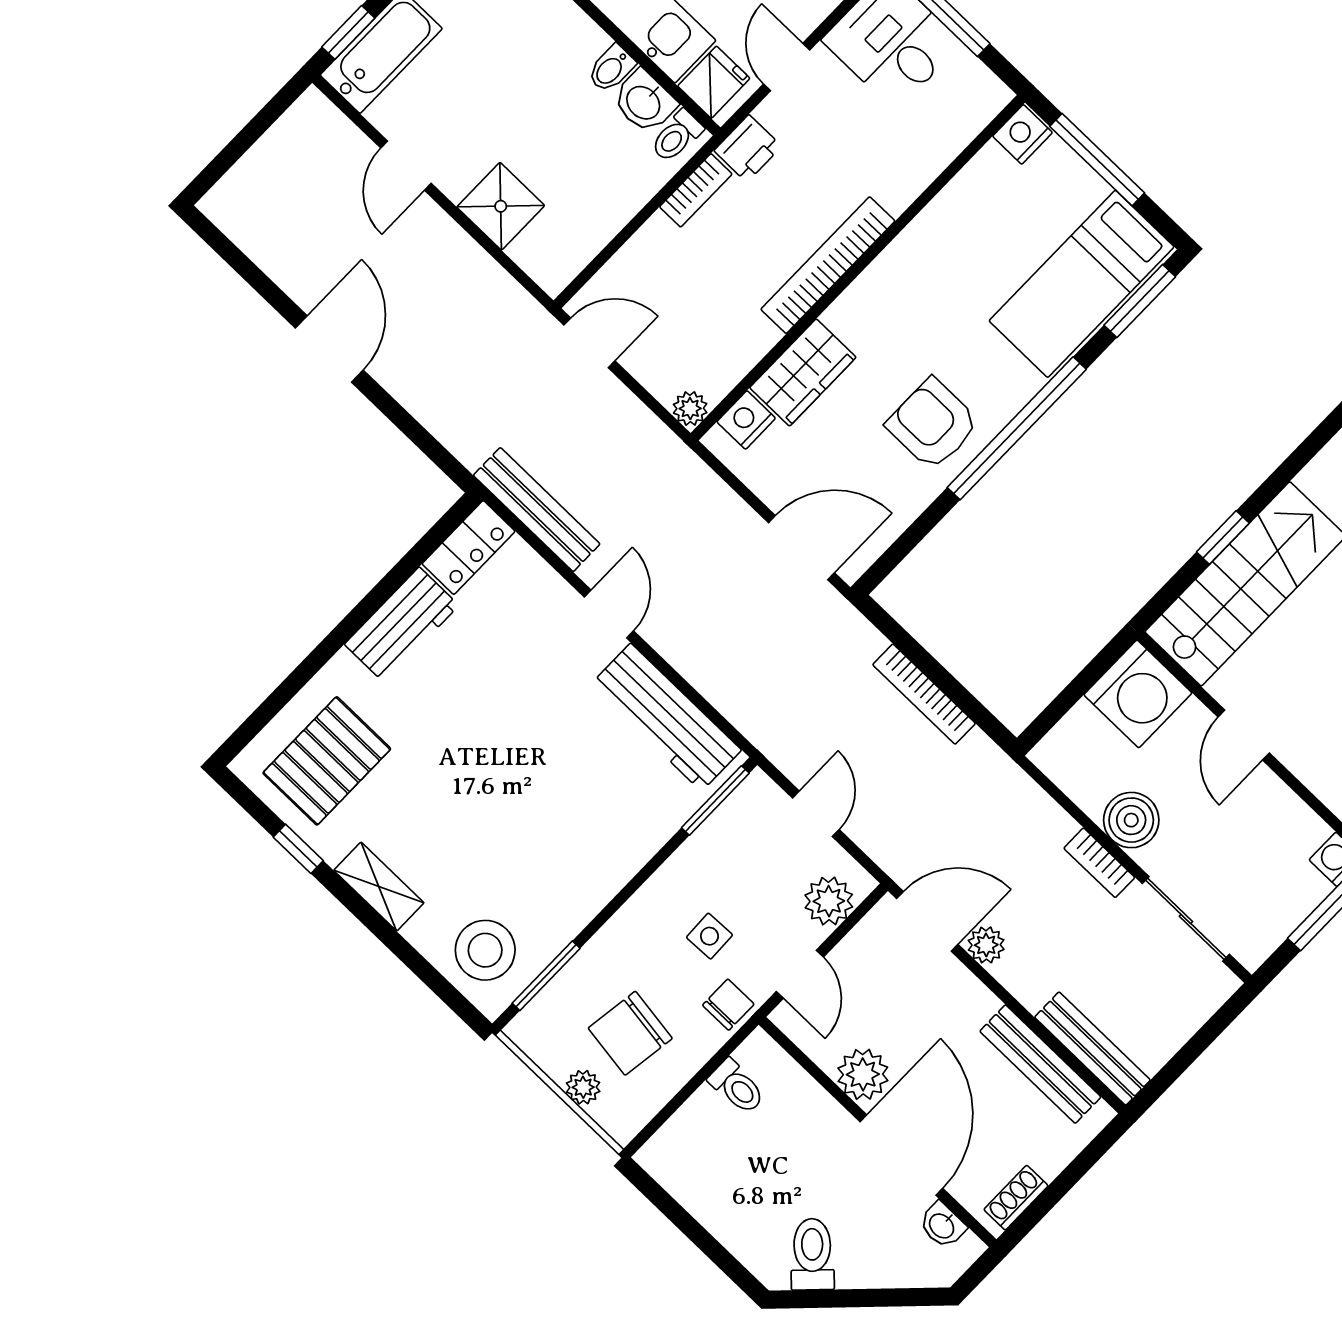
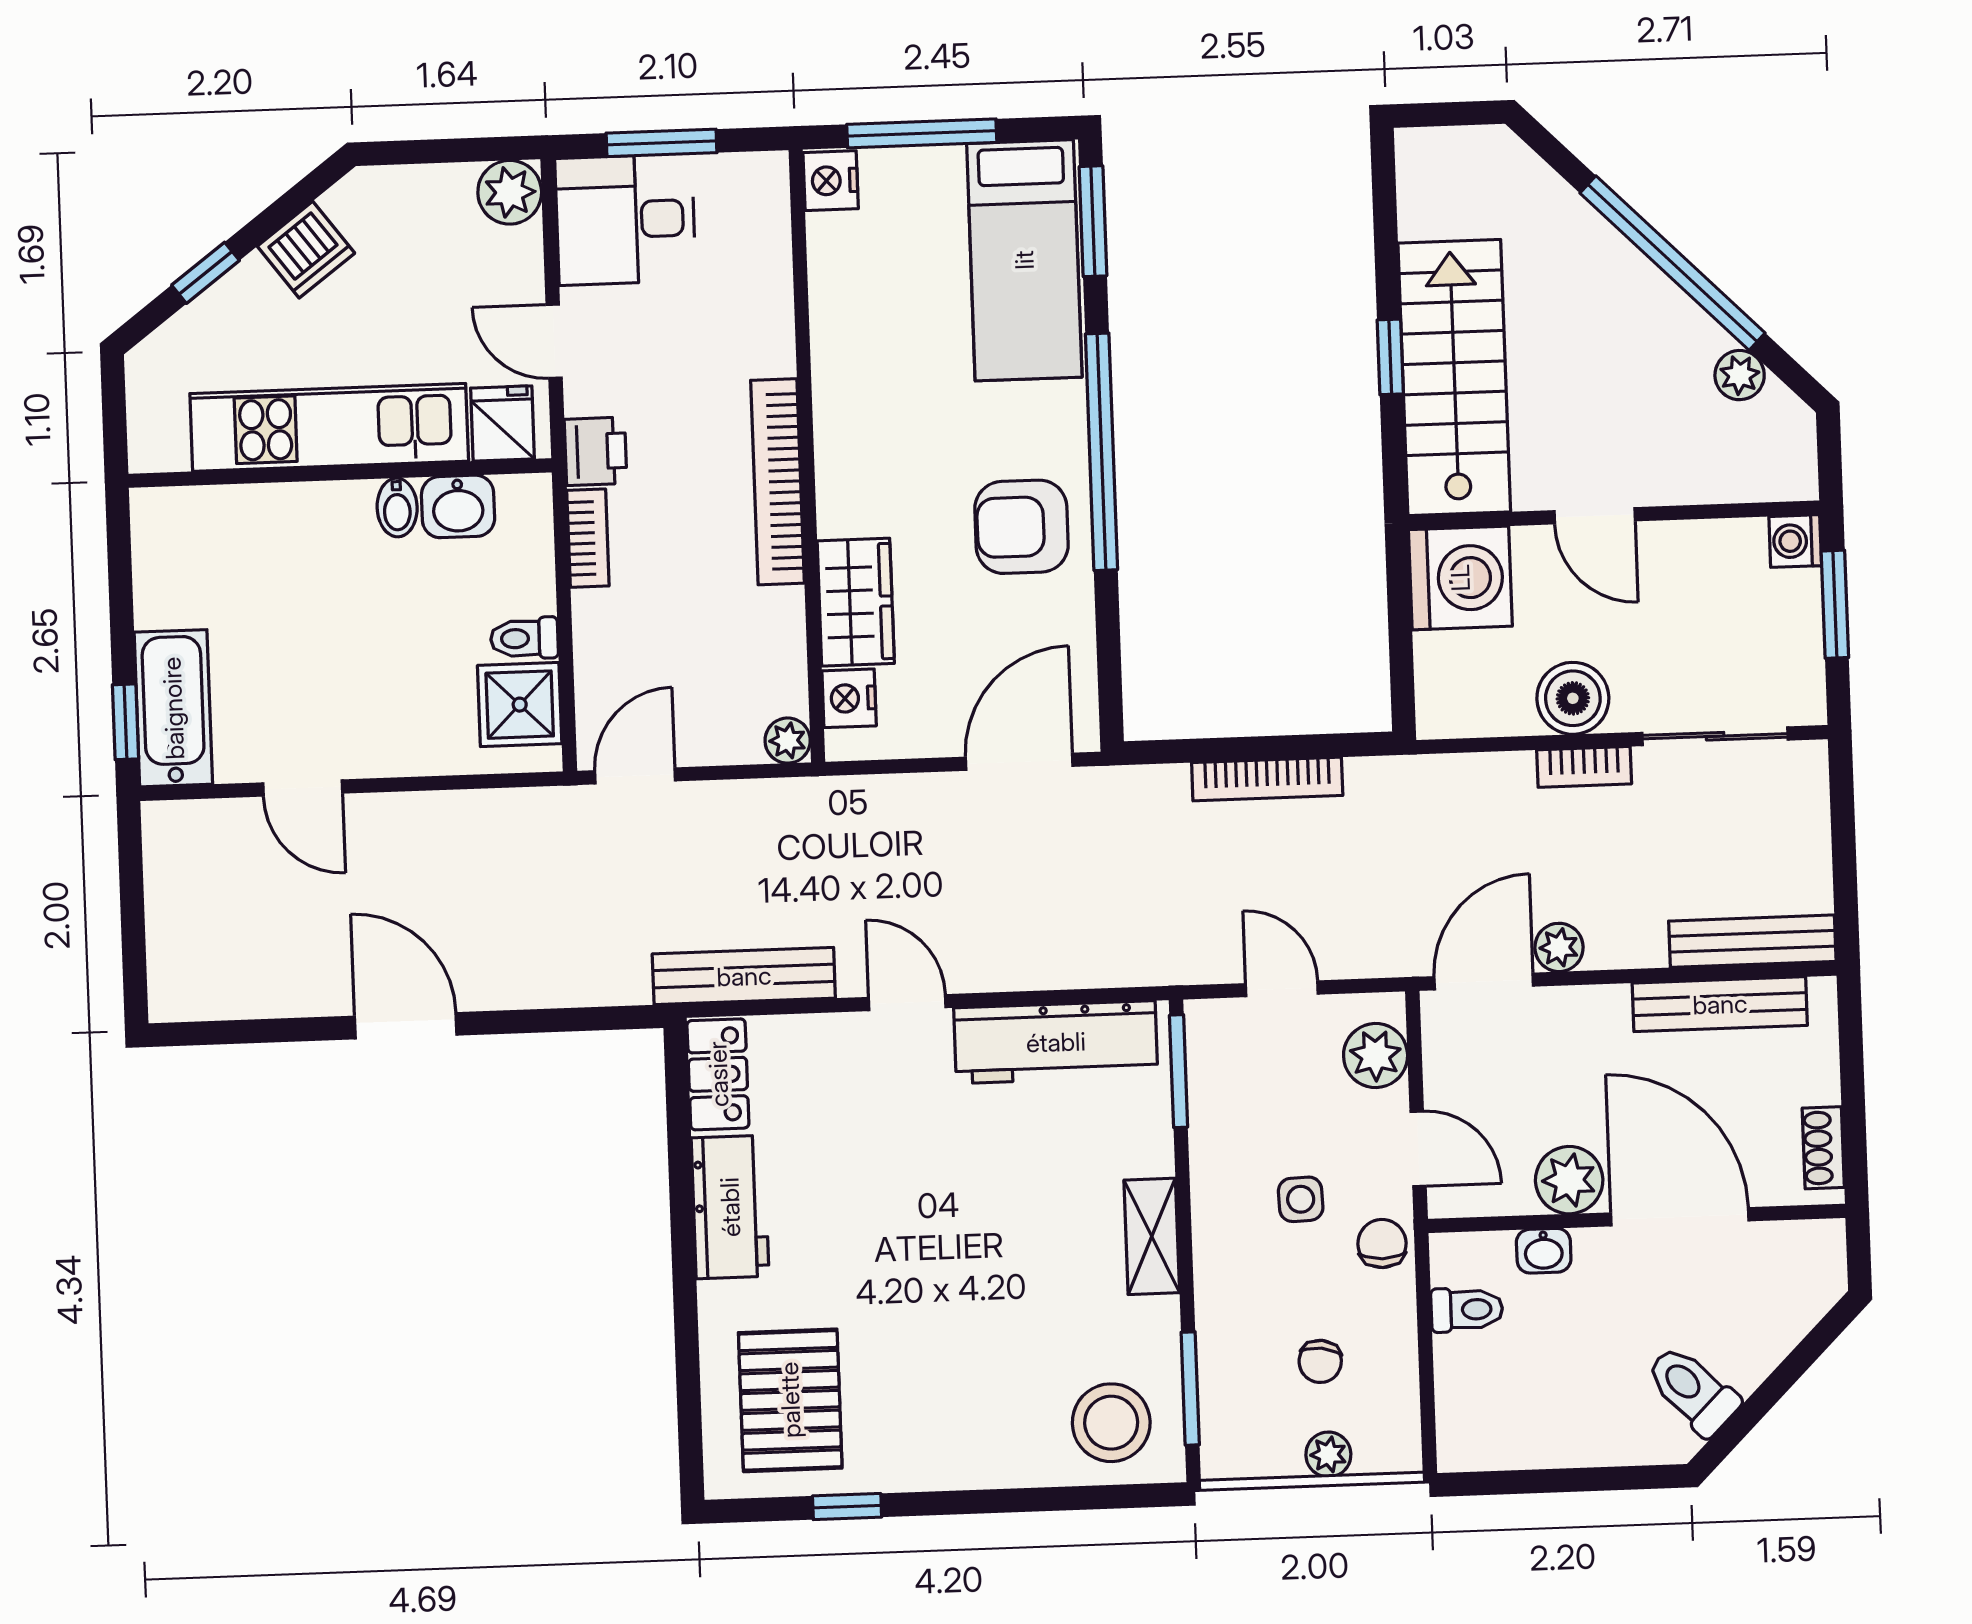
toilet: (677, 136) -> (524, 638), moved, turned 90
shower: (501, 206) -> (520, 705), moved
shelving: (379, 887) -> (1152, 1236), moved, turned 90
chair: (630, 1033) -> (1320, 1361), width x0.54, depth x0.54
washbasin: (942, 1225) -> (1544, 1251), moved

